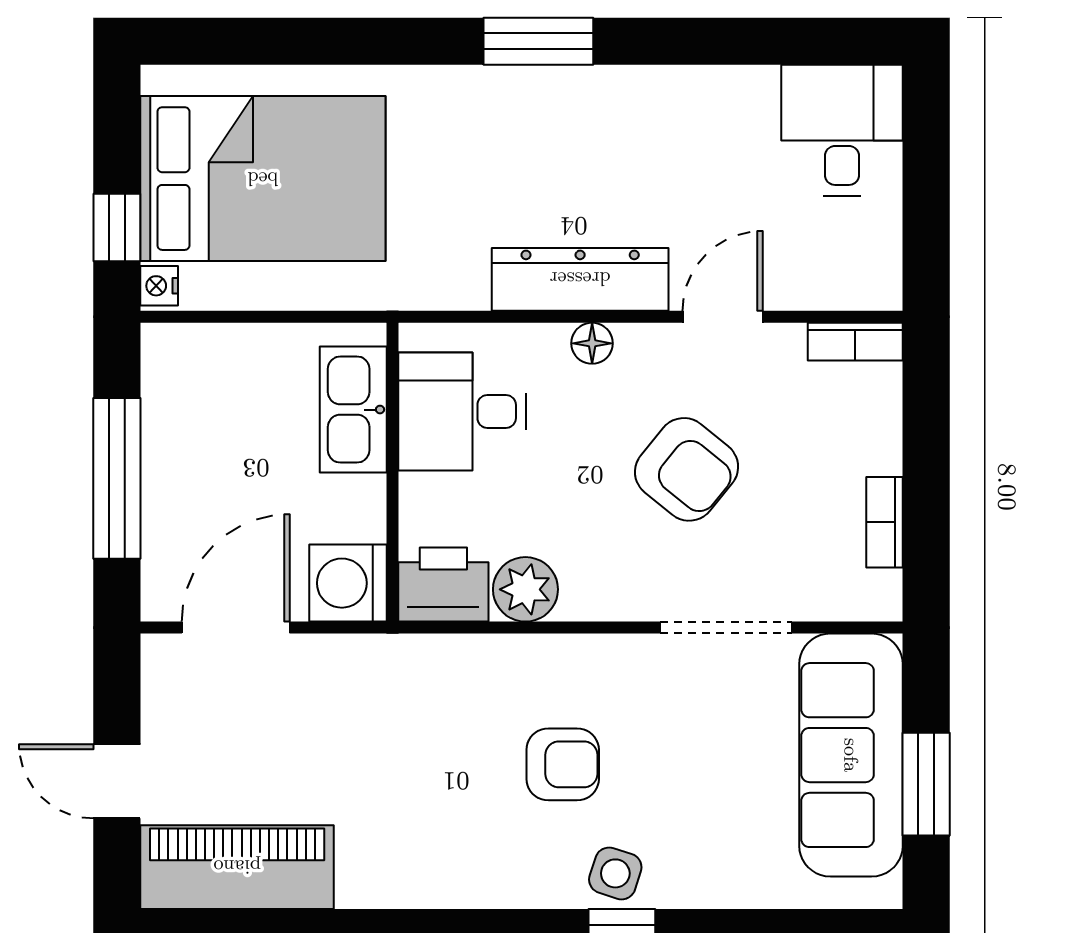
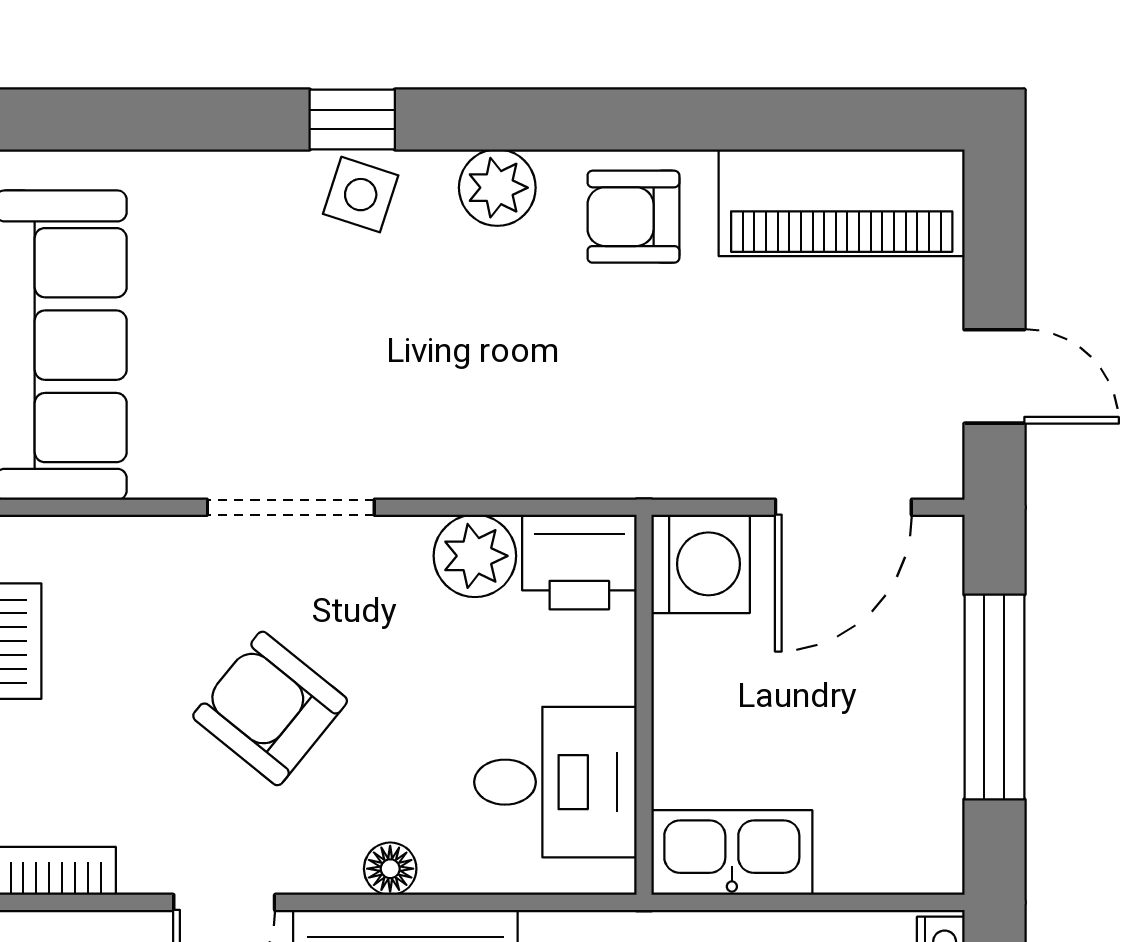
kitchen sink: (353, 410) -> (732, 853), moved, turned -90
doorway: (726, 628) -> (291, 507), moved
armchair: (563, 764) -> (633, 217), moved
door: (117, 781) -> (994, 376), moved
plant: (508, 879) -> (497, 188), added

